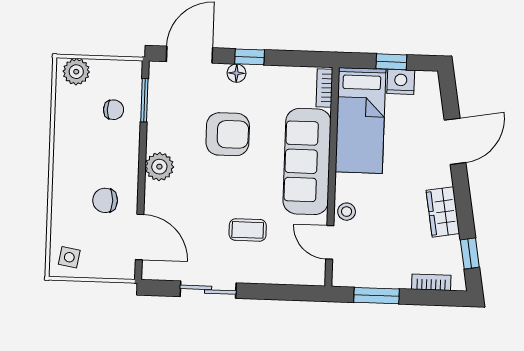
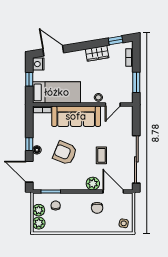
plant: (105, 72) -> (39, 210), added
nightstand: (401, 82) -> (38, 64), moved
armchair: (228, 134) -> (65, 153), turned -68
door: (455, 141) -> (53, 51), moved
plant: (159, 167) -> (93, 184), moved
coffee table: (248, 230) -> (101, 155), moved
door: (140, 237) -> (113, 192), hinge flipped
sliding door: (208, 290) -> (136, 159), width x1.86

